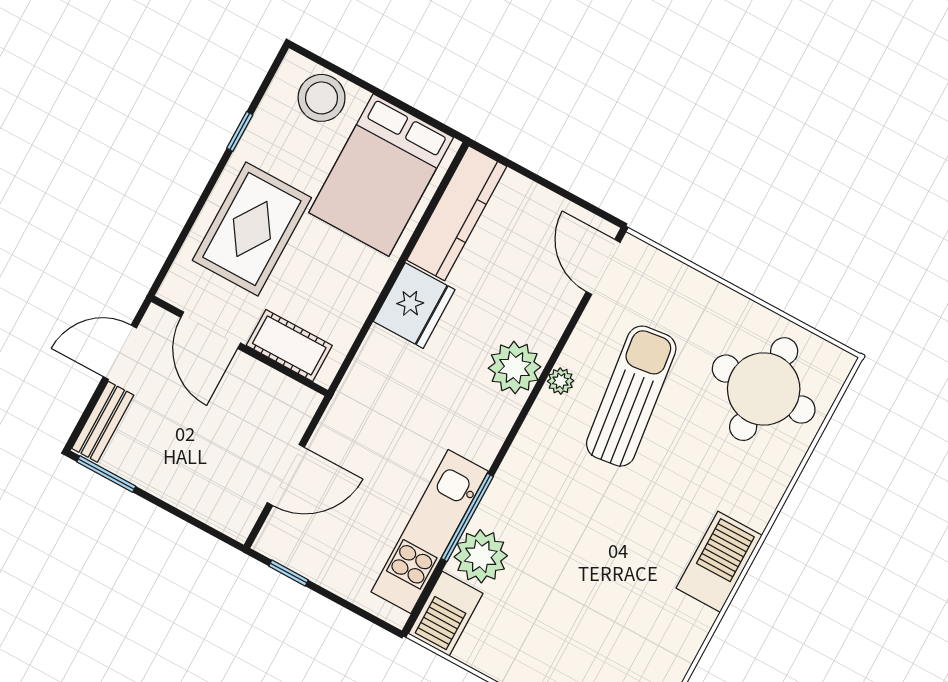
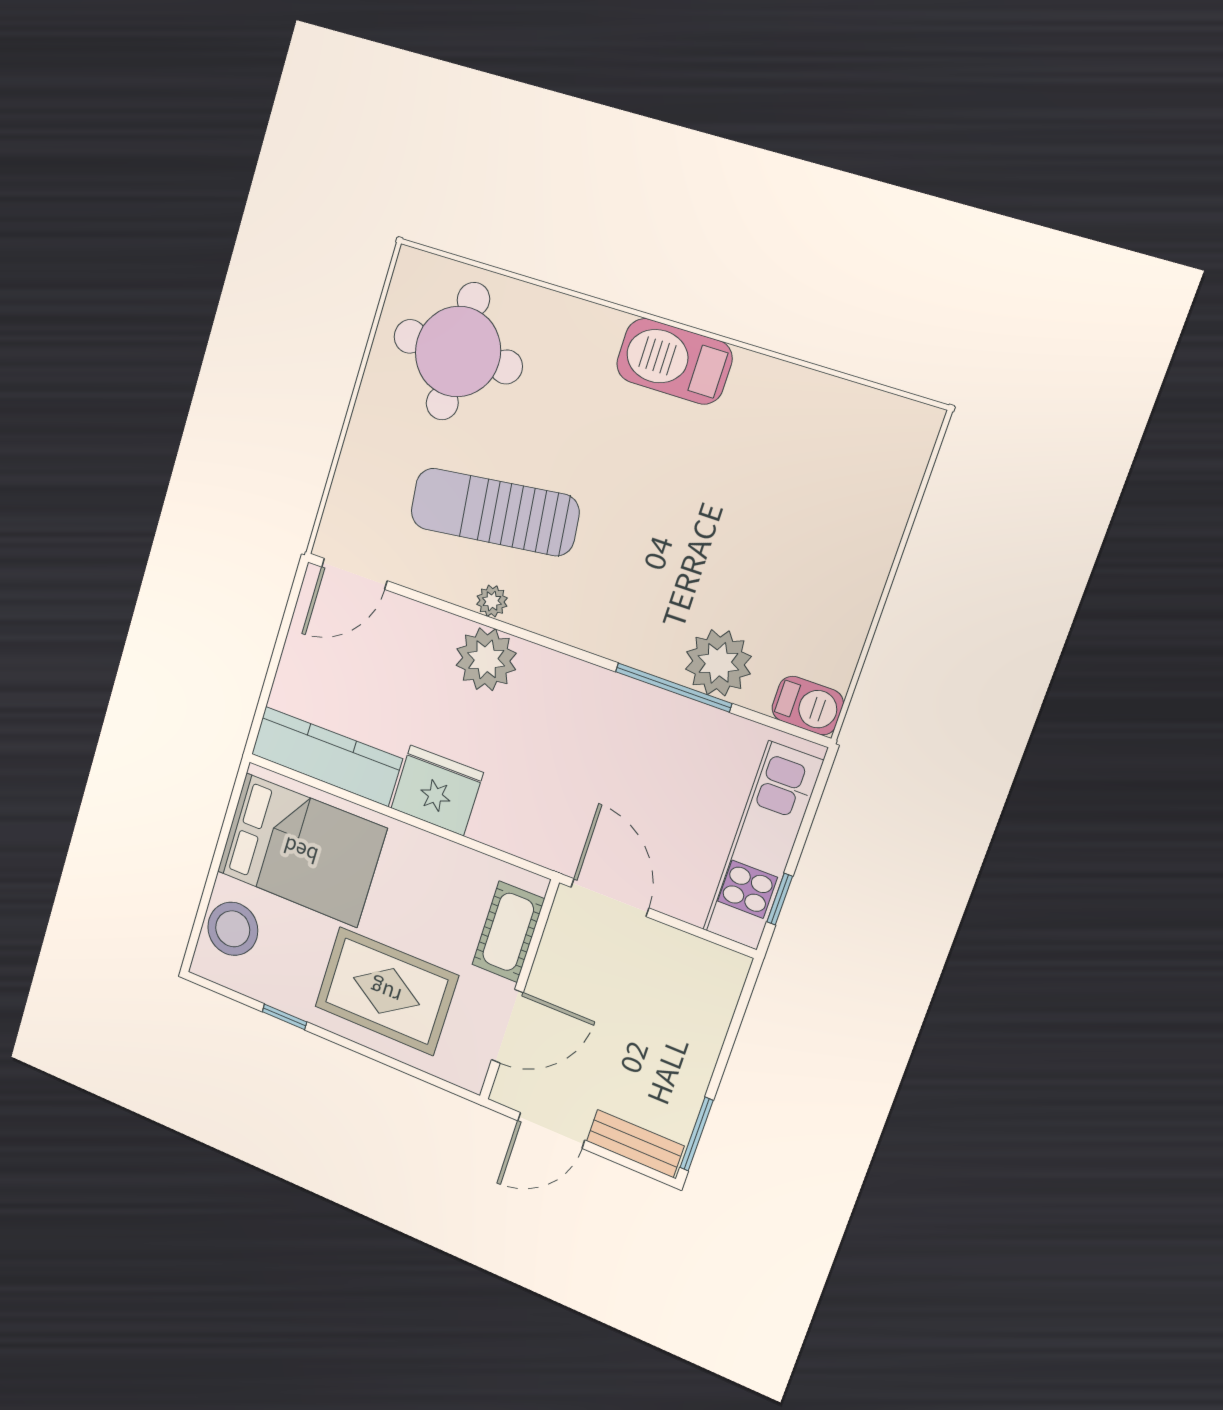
door: (120, 352) -> (551, 1130), hinge flipped
door: (286, 475) -> (610, 898), moved
kitchen unit: (430, 532) -> (763, 846), moved, turned 90
barbecue: (446, 614) -> (808, 706), width x0.73, depth x0.79

